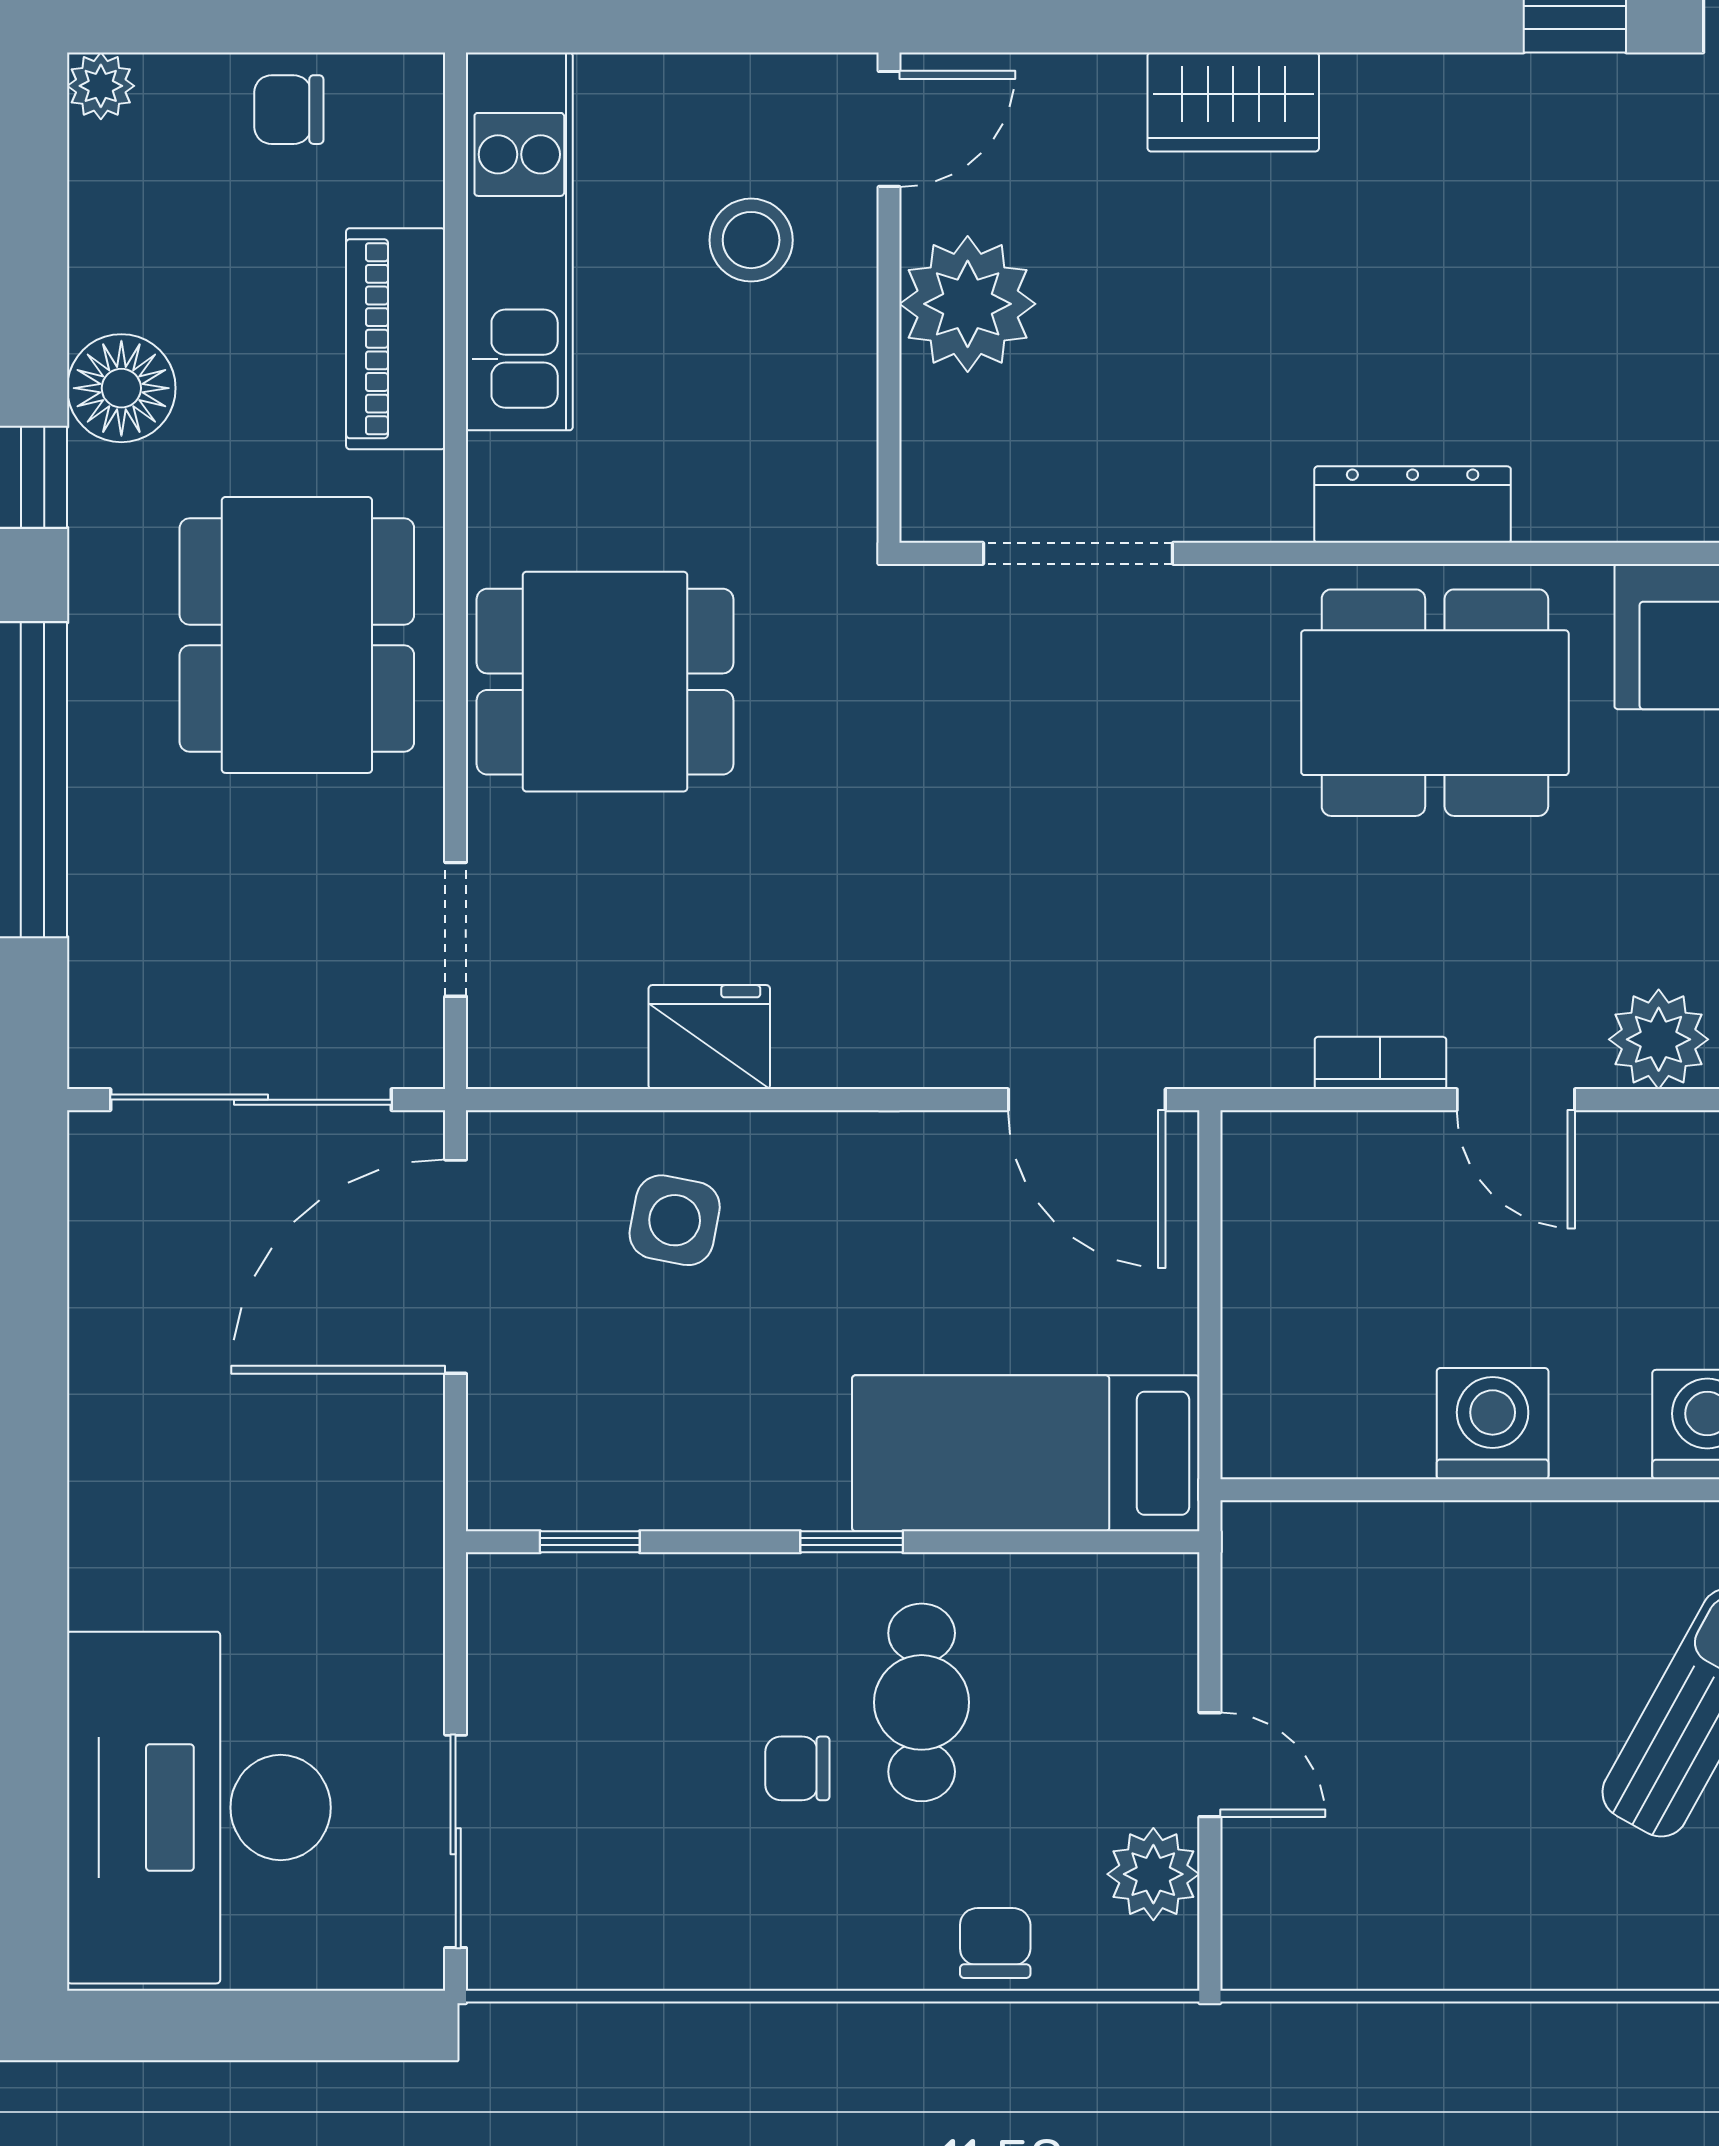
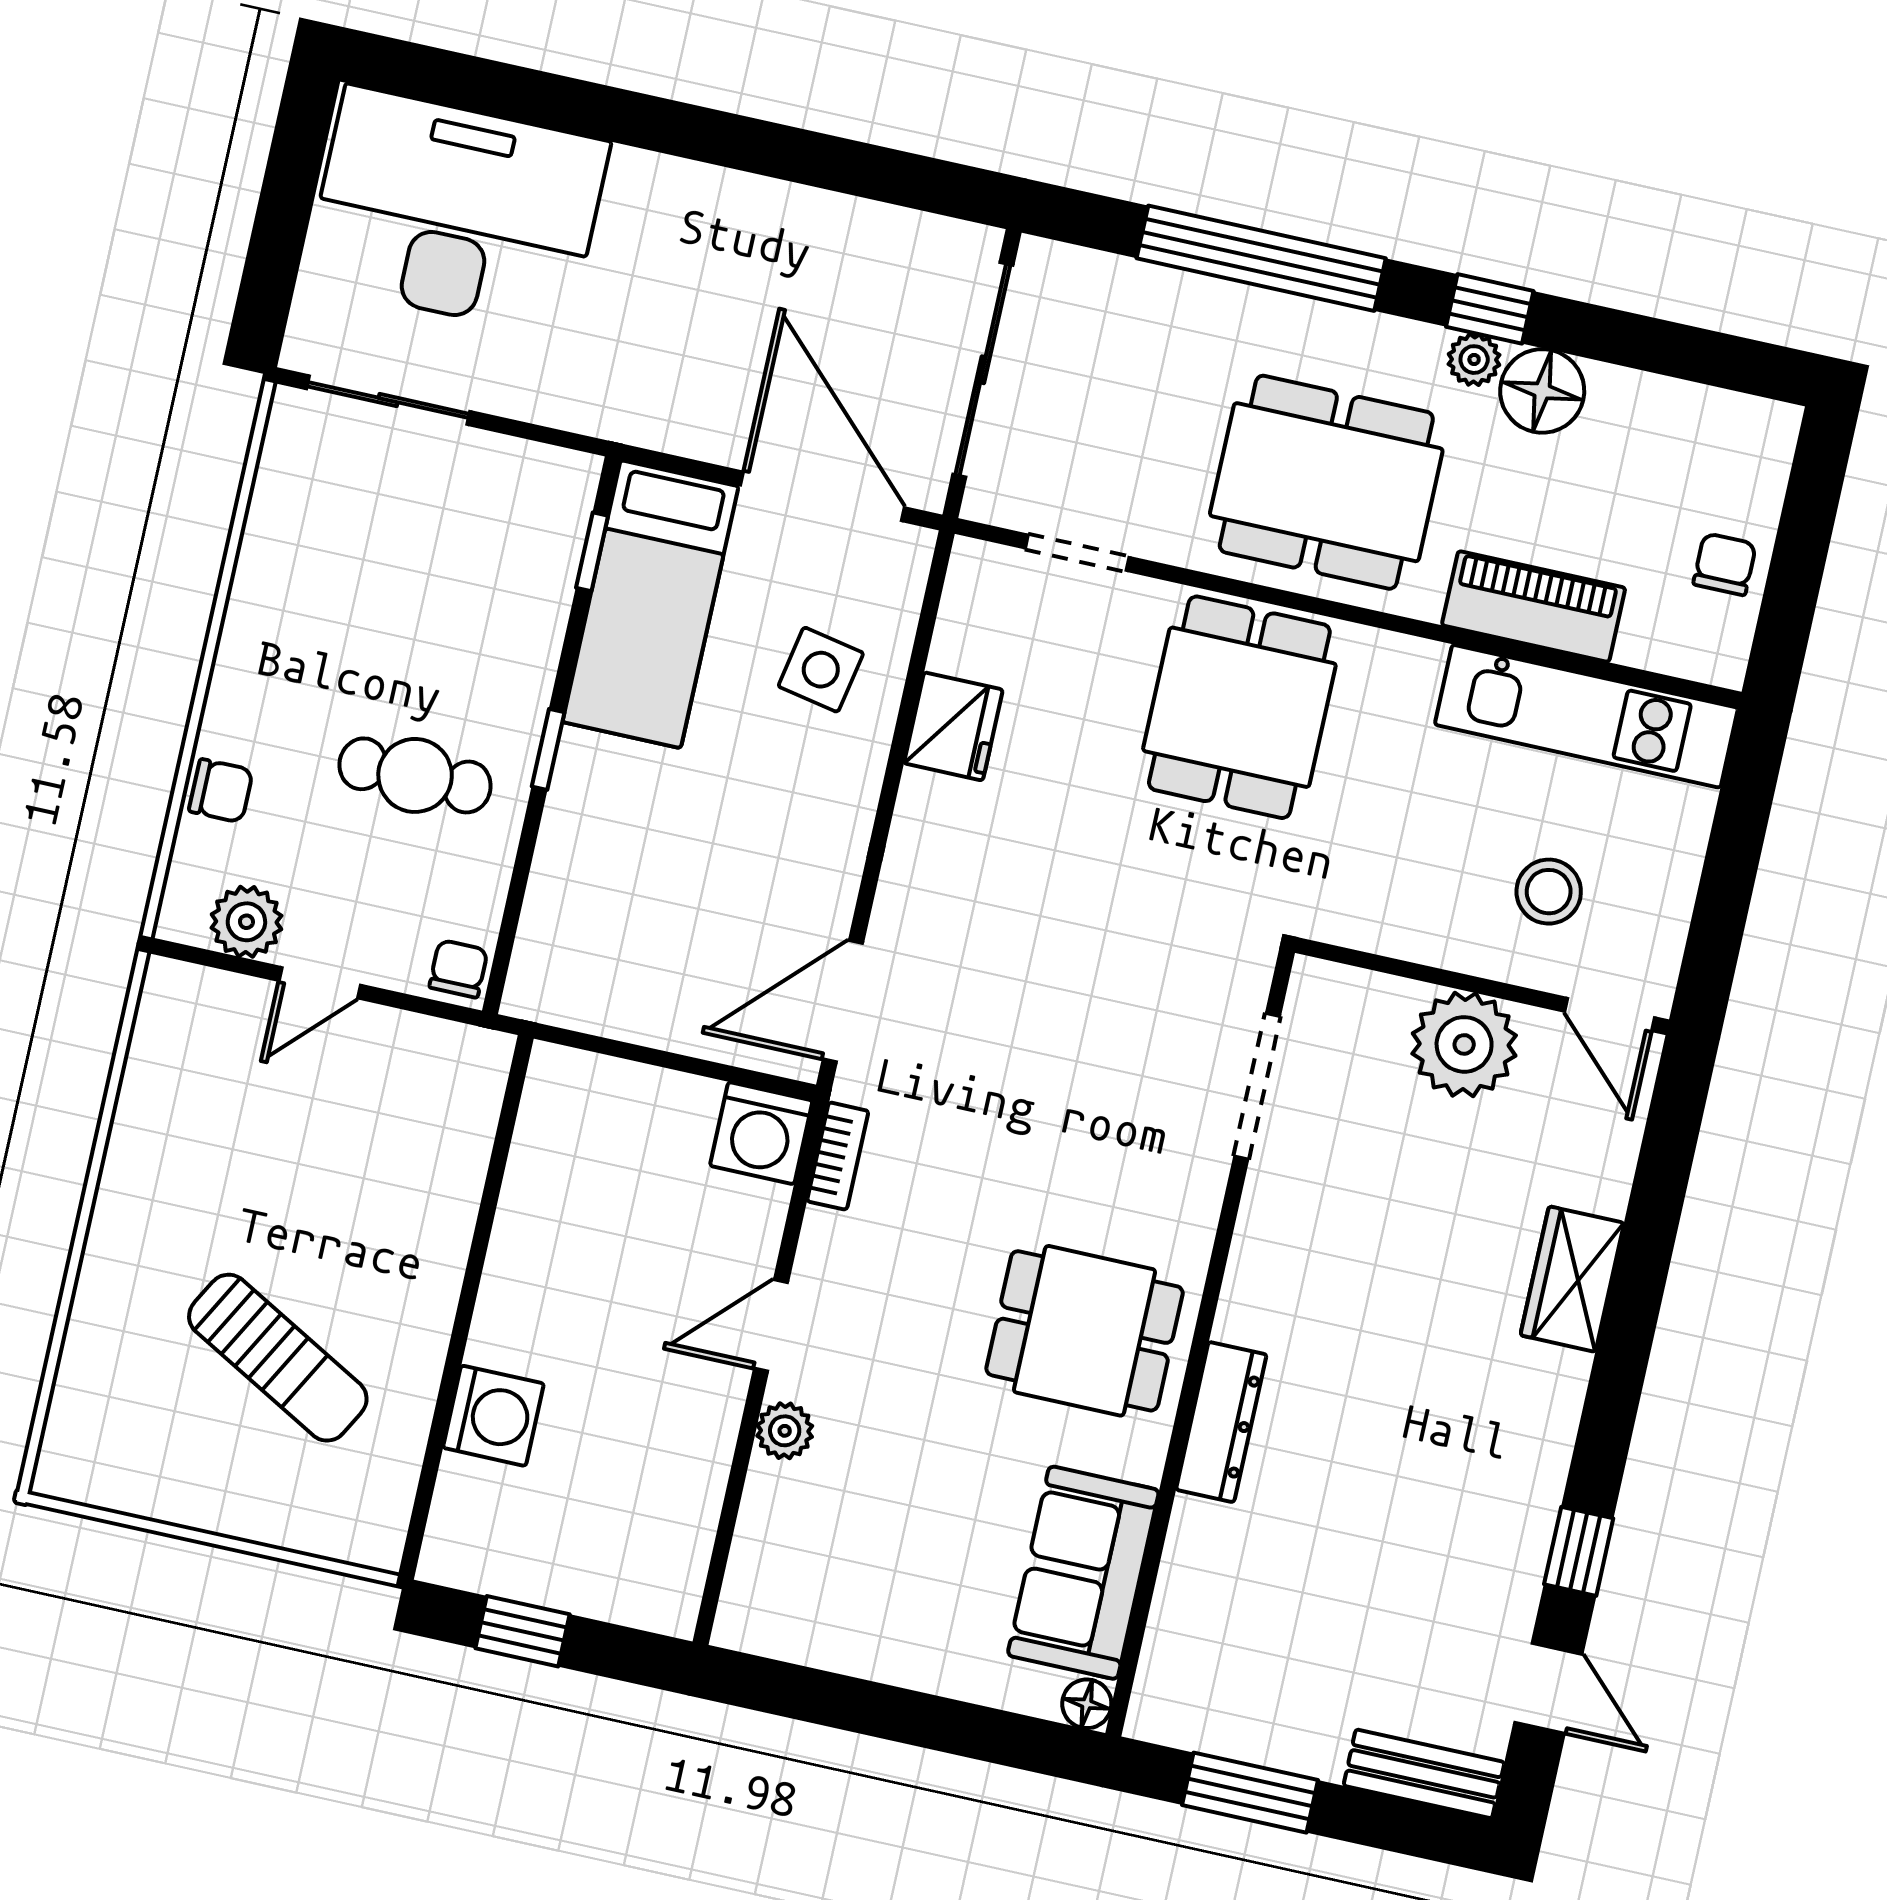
plant: (101, 86) -> (1474, 360), moved
dresser: (1413, 505) -> (1221, 1422), moved
dining table: (1435, 703) -> (1085, 1331), width x0.73
plant: (1659, 1039) -> (785, 1431), width x0.73, depth x0.73
bookcase: (1380, 1063) -> (838, 1156), moved
washing machine: (1493, 1424) -> (761, 1133), moved, turned 90
bed: (1026, 1453) -> (651, 604), moved, turned 180
chair: (797, 1768) -> (458, 969), moved

